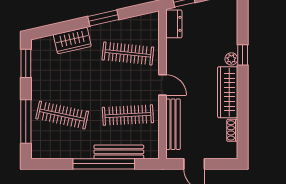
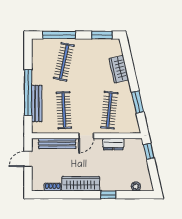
window: (103, 18) -> (138, 102), moved
dresser: (174, 24) -> (113, 144), moved
plant: (231, 59) -> (136, 186), moved

